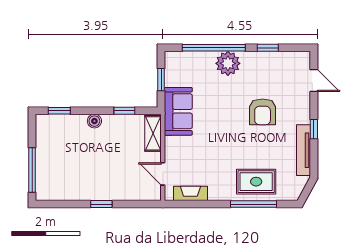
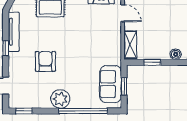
window: (268, 48) -> (24, 111), moved
plant: (228, 63) -> (60, 99), moved
sofa: (178, 111) -> (111, 84), moved

